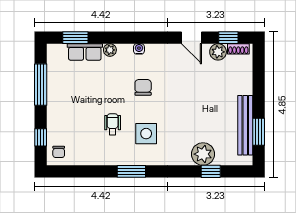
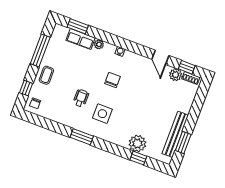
coffee table: (60, 112) -> (46, 75), added

